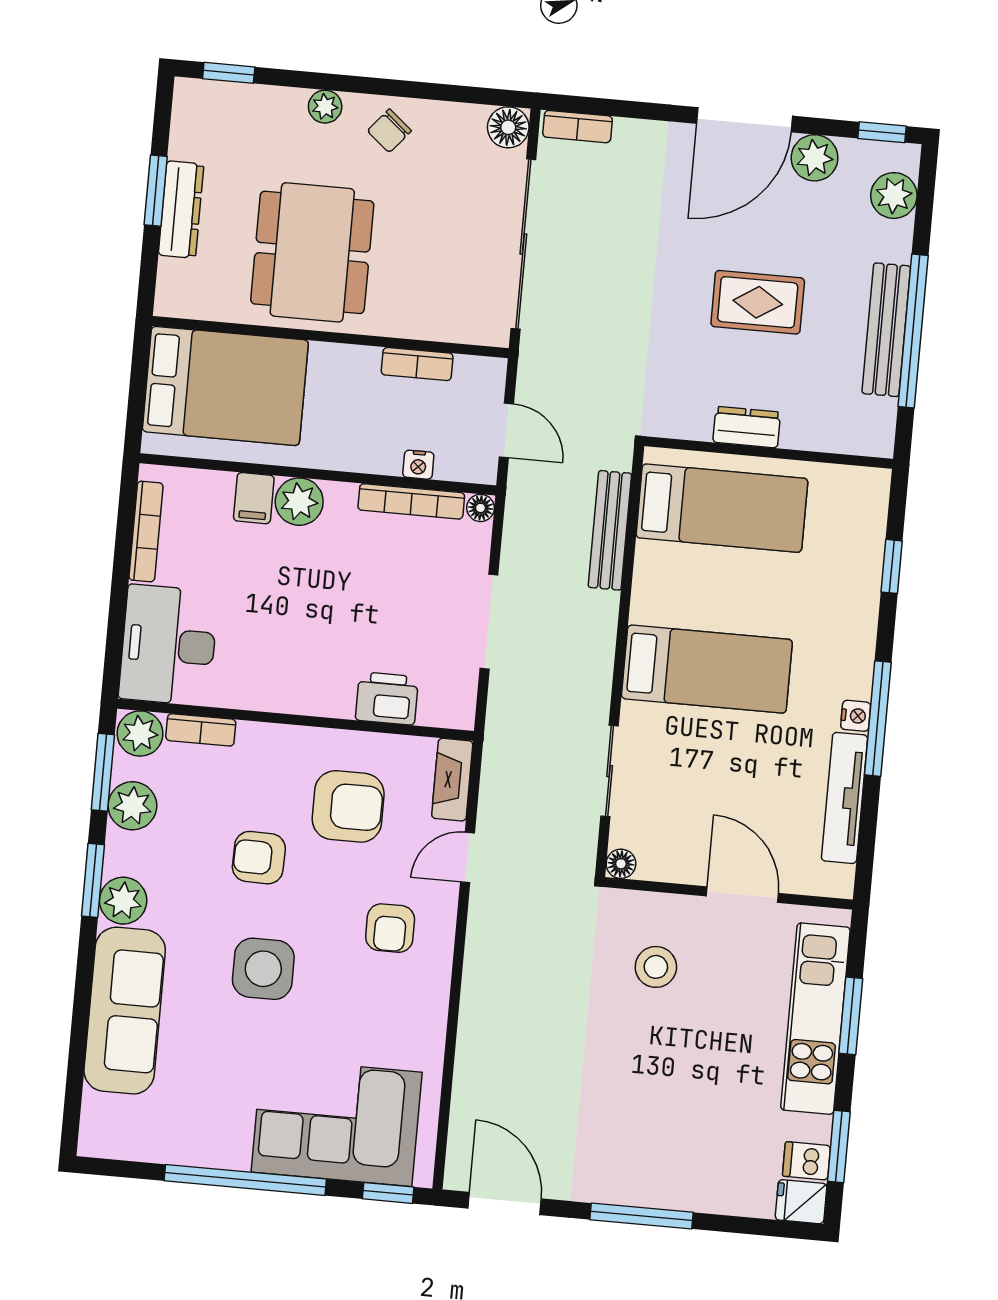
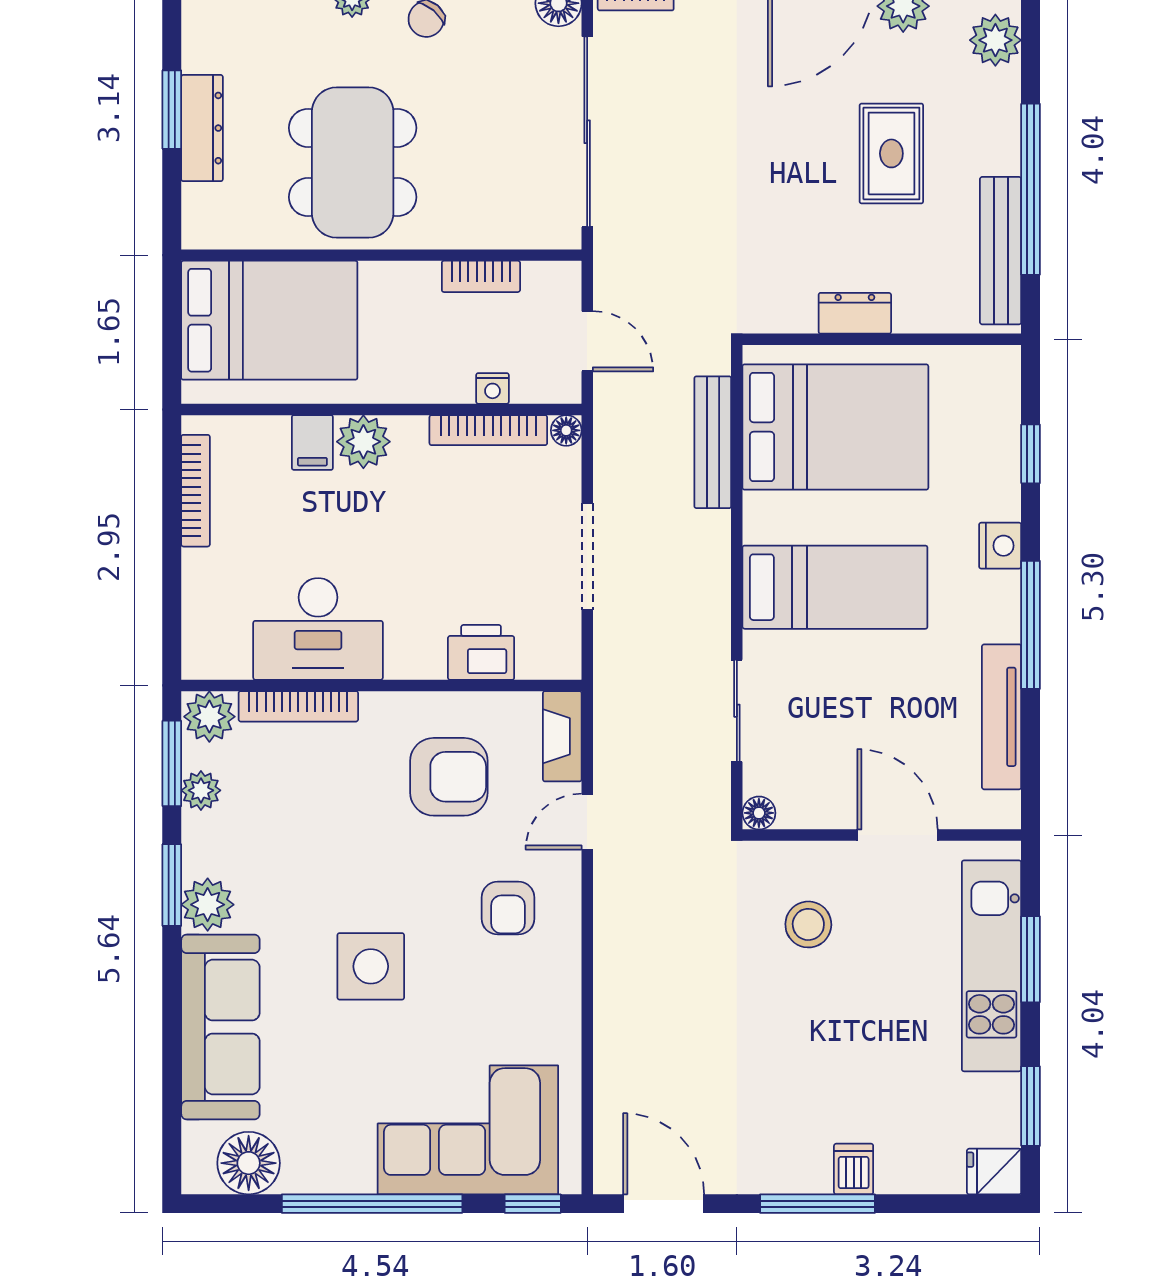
rug: (758, 302) -> (891, 153), moved, turned 90
bench: (886, 330) -> (1001, 251), moved
bed: (722, 508) -> (835, 427), width x1.50
desk: (168, 645) -> (318, 629), moved, turned -90
nightstand: (856, 716) -> (1000, 546), moved, width x1.39, depth x1.35
bookcase: (201, 730) -> (298, 706), width x1.56
plant: (132, 806) -> (201, 790), width x0.73, depth x0.73
armchair: (259, 858) -> (354, 843), removed
floor lamp: (139, 1134) -> (249, 1163), added
dishwasher: (806, 1161) -> (854, 1169), moved, turned 90

